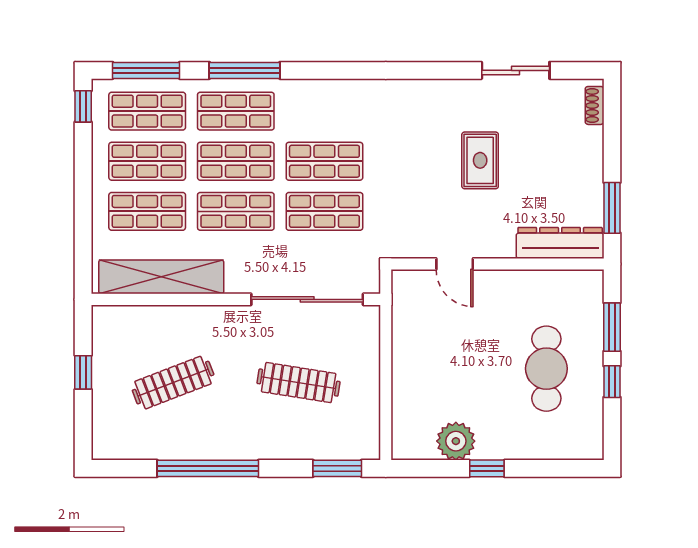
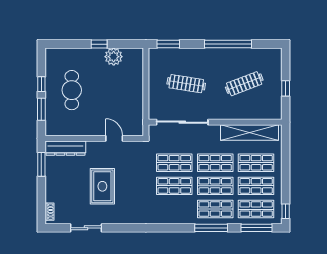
rug: (480, 160) -> (102, 186), width x1.36, depth x1.43

